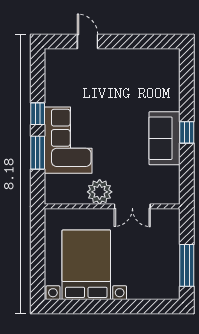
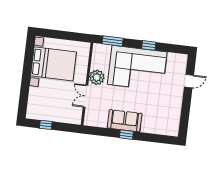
corner sofa: (68, 140) -> (137, 68), width x1.36, depth x1.36
window: (38, 153) -> (113, 41), moved
window: (187, 265) -> (46, 125), width x0.46

